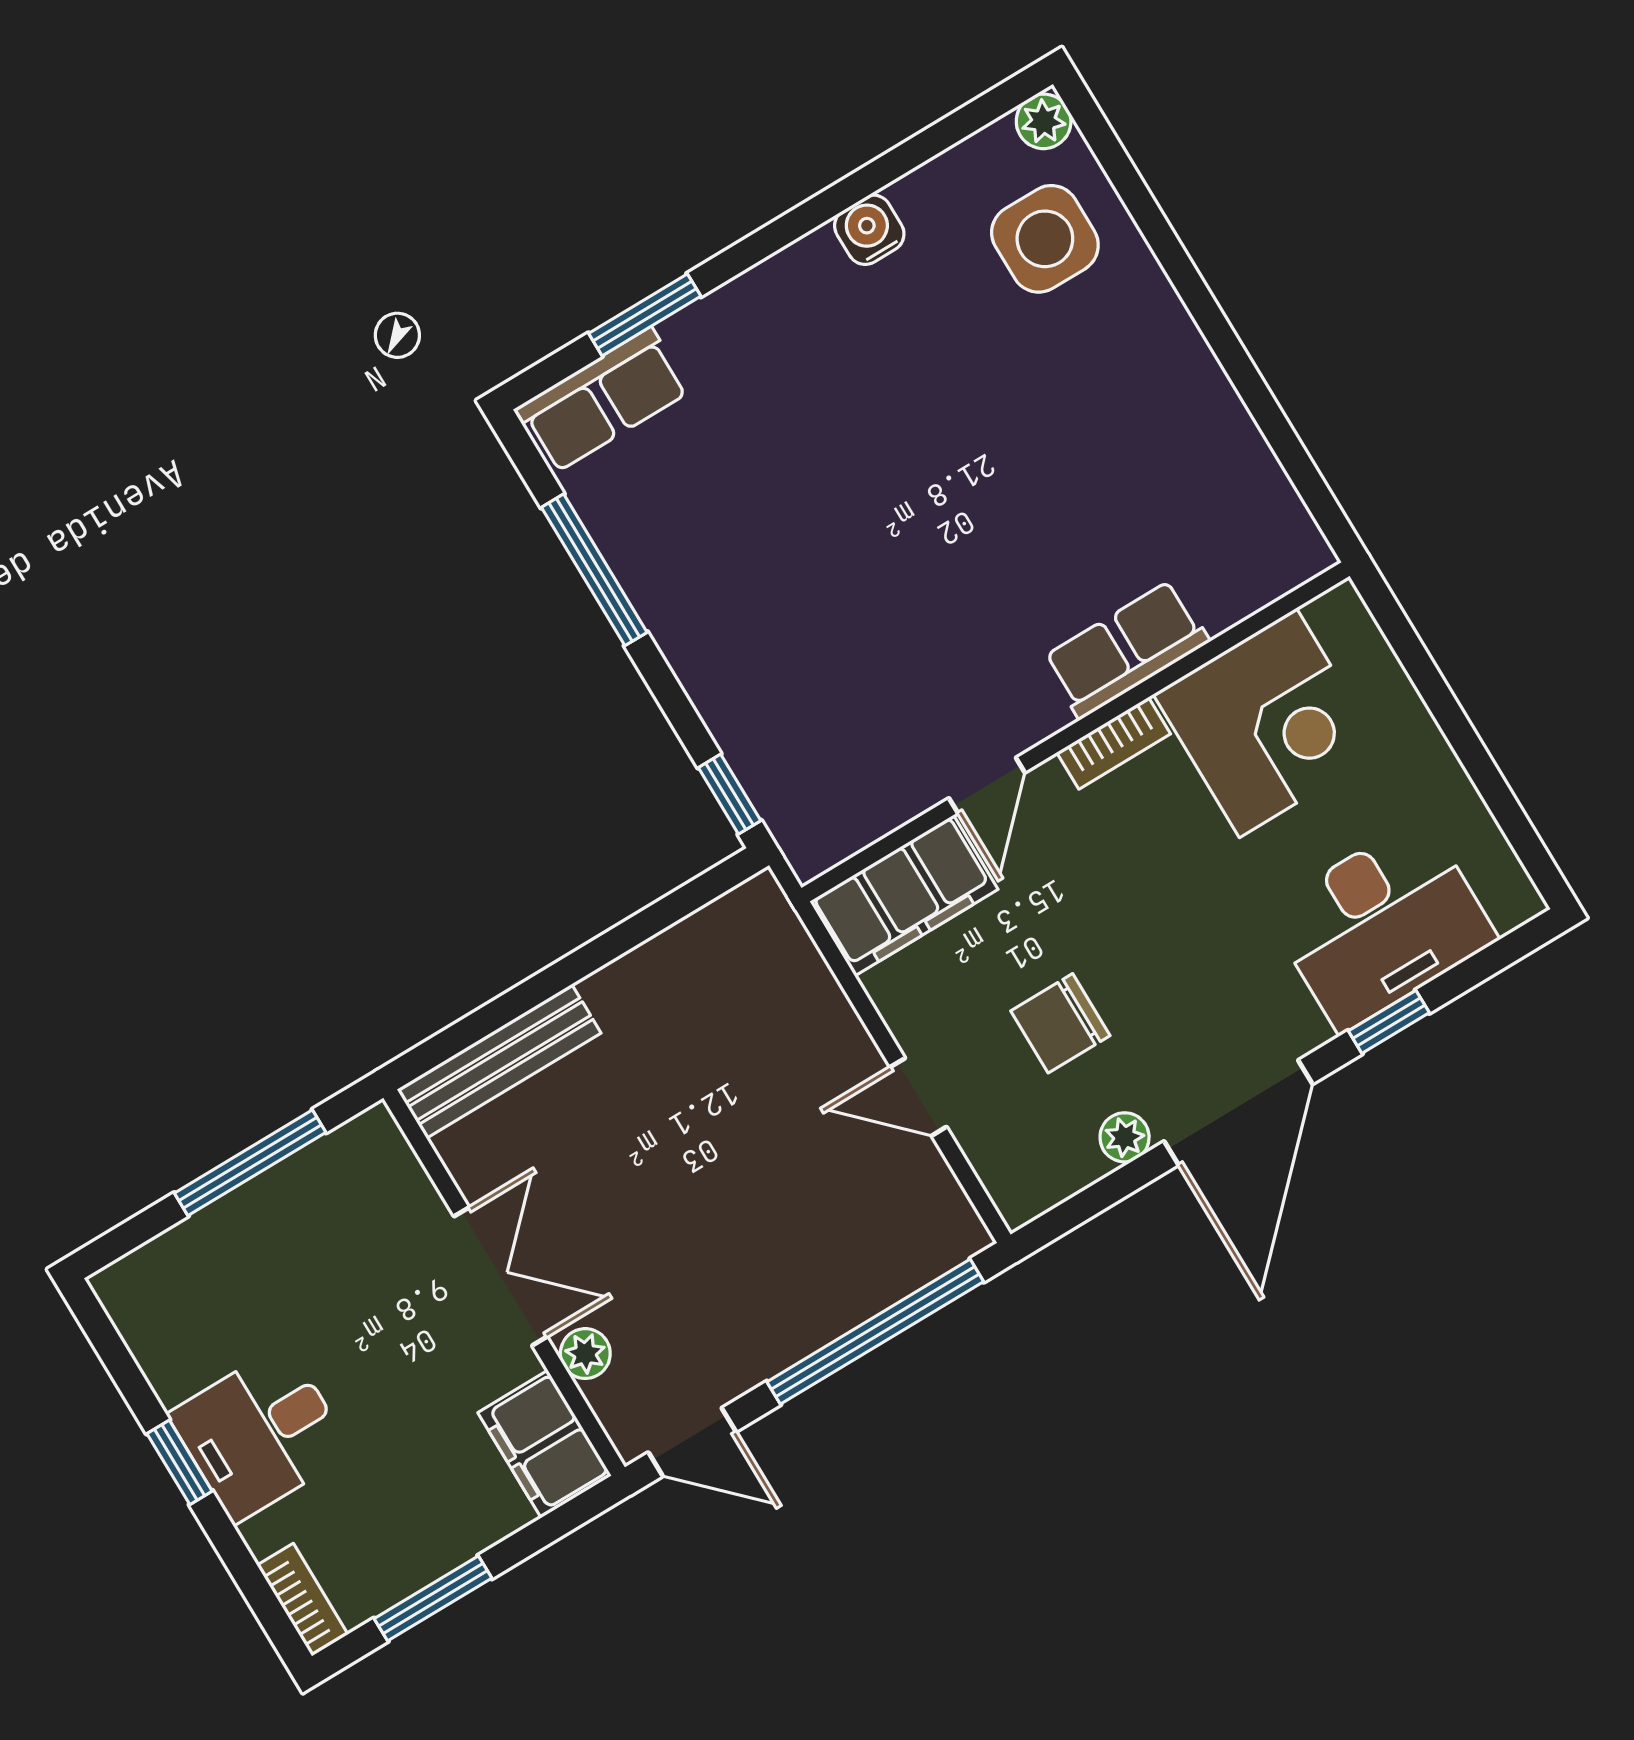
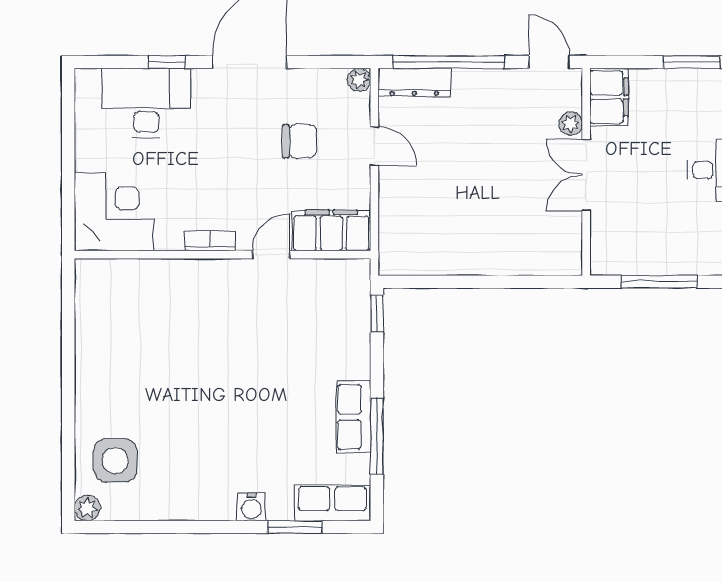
water cooler: (869, 230) -> (251, 507), moved
row of seats: (1126, 649) -> (353, 417), moved, turned 90
corner desk: (1268, 723) -> (114, 212), moved, turned 90
bench: (499, 1061) -> (534, 262), removed
plant: (1125, 1137) -> (359, 80), moved
dresser: (916, 1257) -> (414, 82), added

